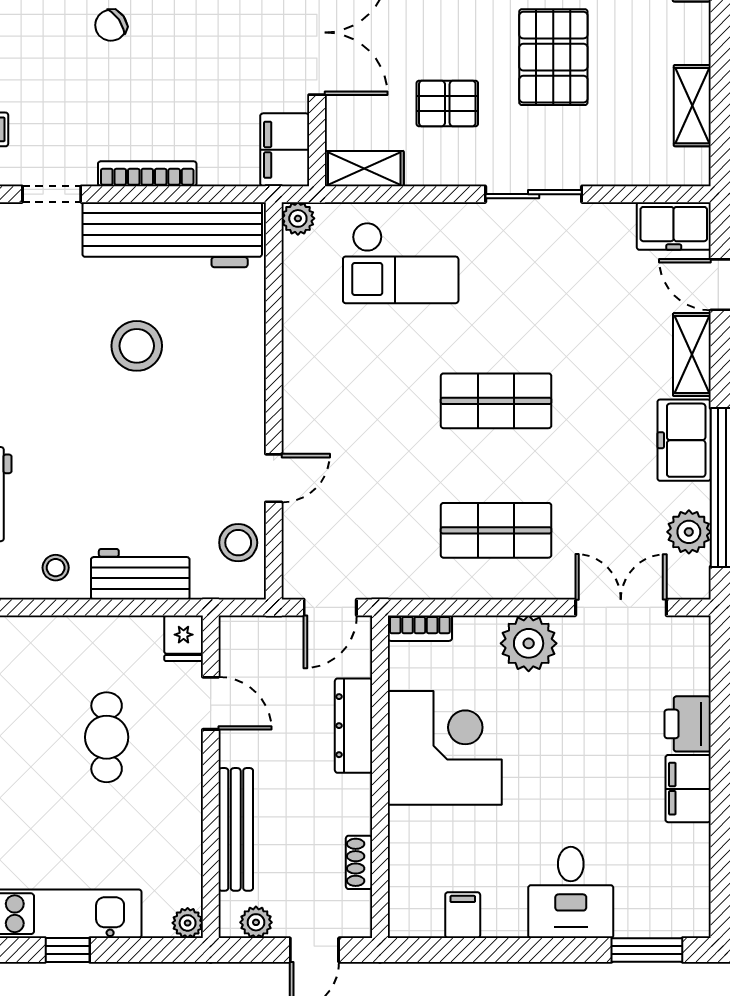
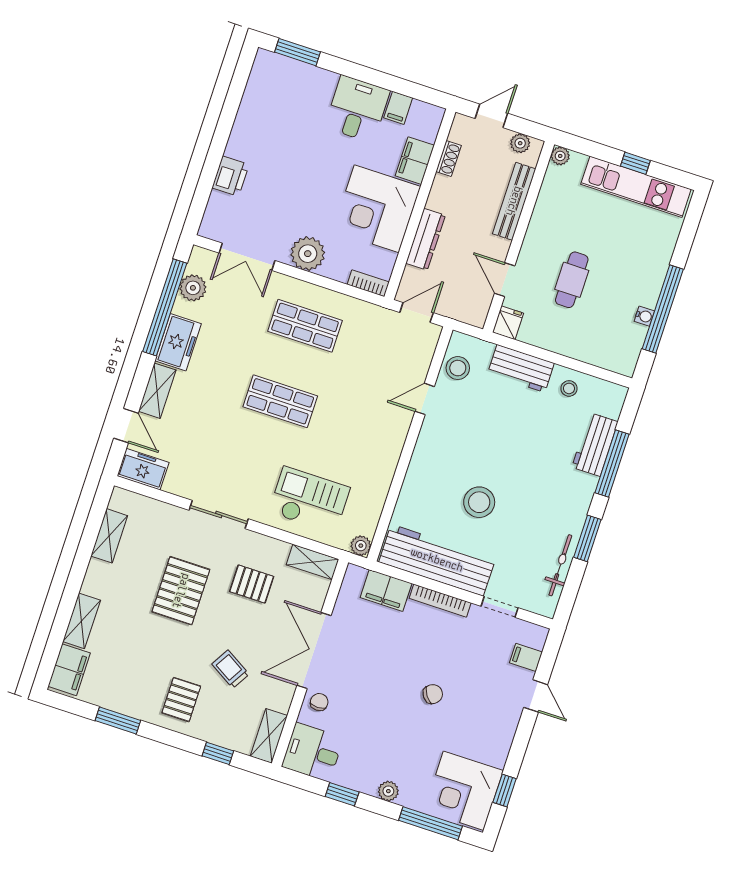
filing cabinet: (285, 150) -> (386, 590), moved, turned 90
filing cabinet: (688, 789) -> (415, 161), moved, turned 180
desk: (571, 892) -> (357, 109), moved

